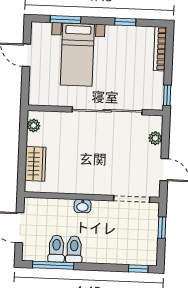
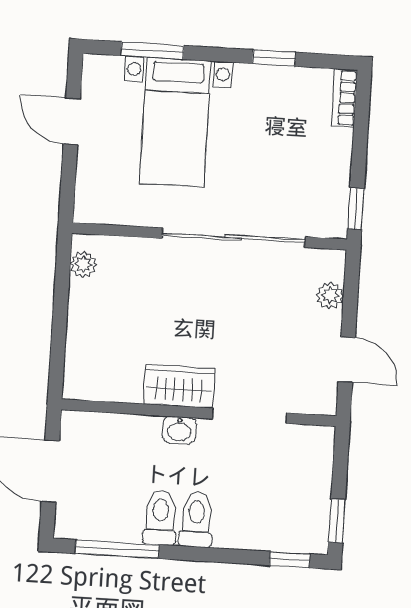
bookcase: (160, 49) -> (344, 98), width x0.64
wardrobe: (35, 164) -> (179, 386), moved, turned -90
doorway: (132, 199) -> (250, 416), moved
window: (162, 228) -> (337, 521), moved
toilet: (56, 249) -> (196, 520), moved

